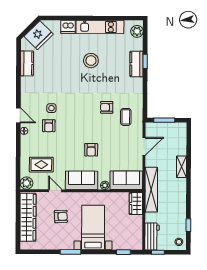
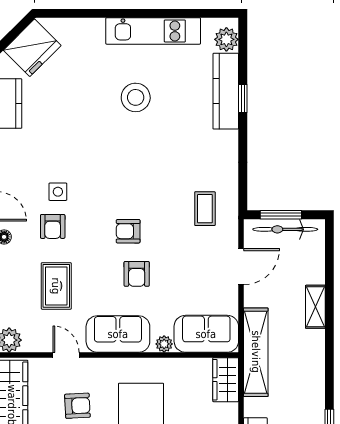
dishwasher: (68, 27) -> (90, 31), removed
kitchen counter: (137, 64) -> (226, 91), width x1.50
armchair: (107, 107) -> (128, 231), moved
bicycle: (166, 128) -> (285, 229), added
rug: (41, 165) -> (56, 286), moved, turned 90

